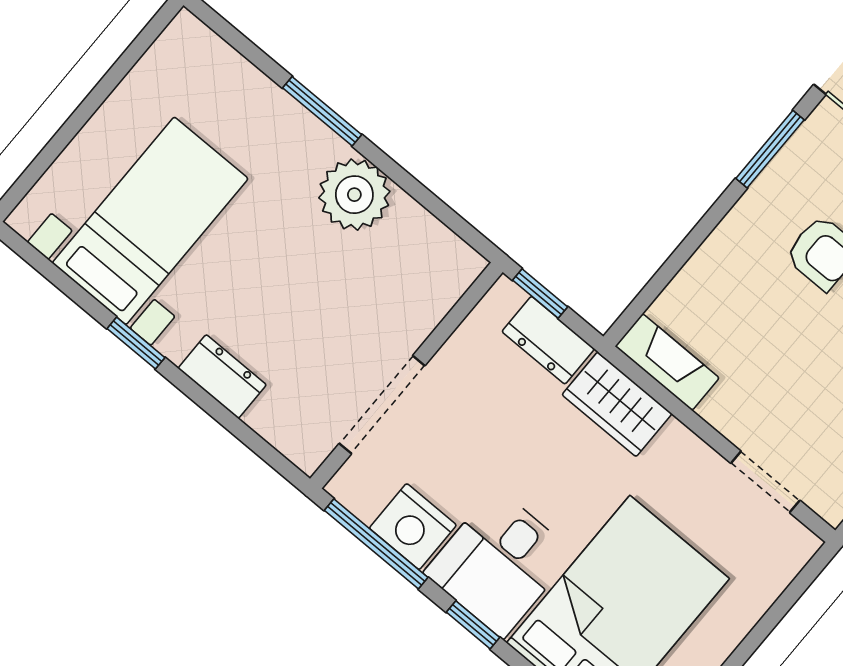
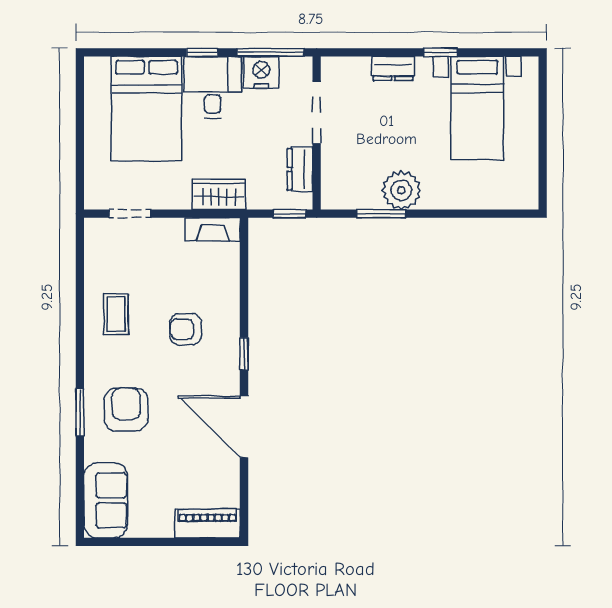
window: (322, 111) -> (381, 214), moved
window: (770, 149) -> (244, 354), width x0.67
dresser: (548, 340) -> (300, 169), moved, turned -90

